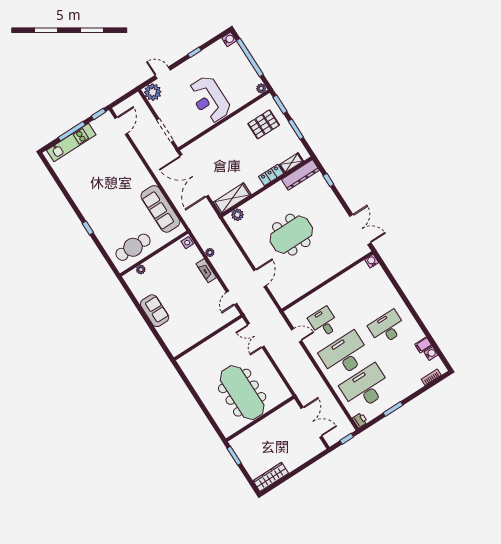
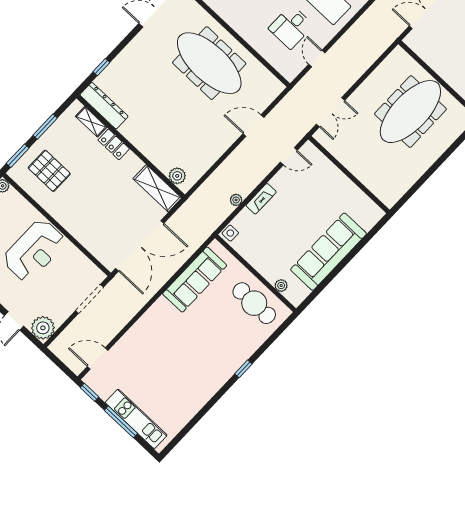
meeting table: (291, 235) -> (209, 63), moved, width x1.36
sofa: (155, 311) -> (329, 252), width x1.85, depth x1.27

